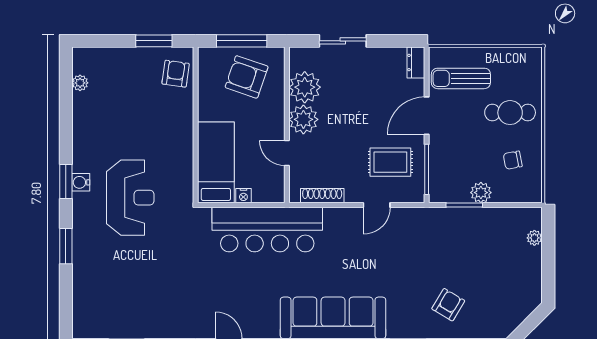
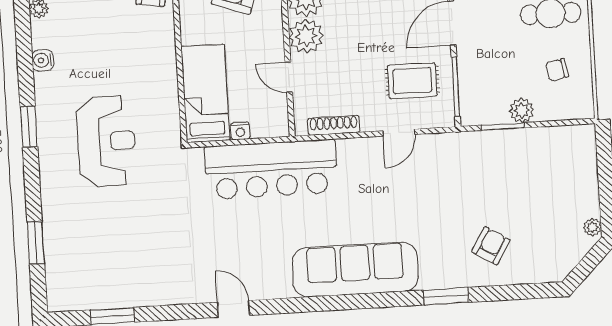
water cooler: (81, 182) -> (43, 60), moved
plant: (534, 238) -> (592, 227), moved
window: (66, 246) -> (36, 243), moved

